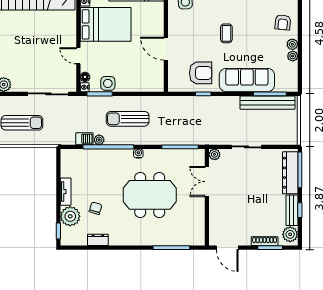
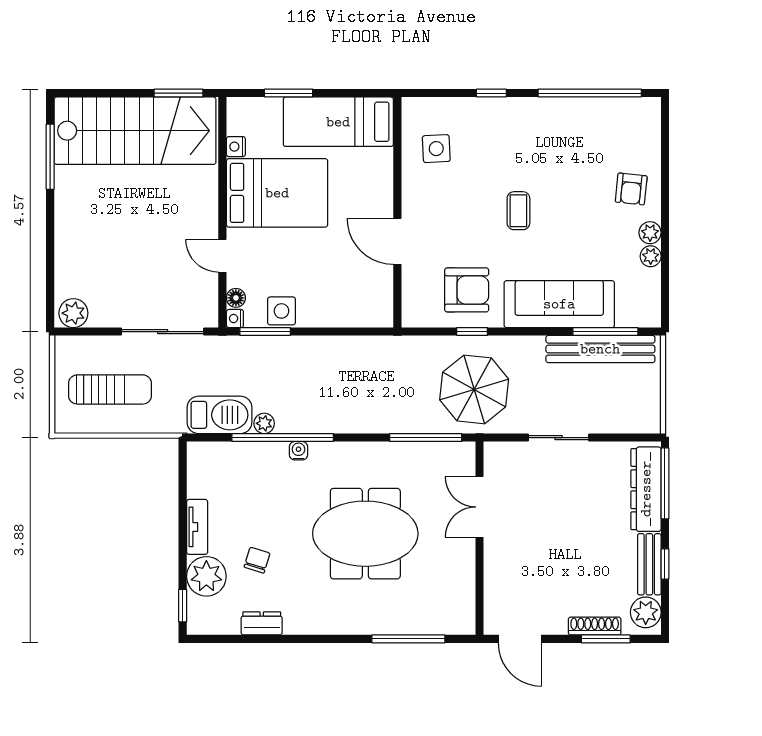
sun lounger: (128, 119) -> (321, 382), removed
parasol: (204, 123) -> (474, 389), added
barbecue: (84, 139) -> (220, 415), width x1.88, depth x1.53
water cooler: (138, 153) -> (298, 451), moved
plant: (215, 154) -> (495, 453), removed

